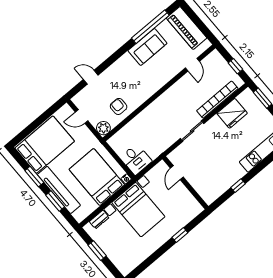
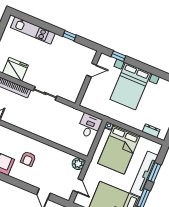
armchair: (119, 106) -> (28, 159), moved
door: (177, 173) -> (92, 70), moved
bed with nightstands: (138, 210) -> (130, 86), moved, turned 180
window: (180, 235) -> (118, 56), moved

